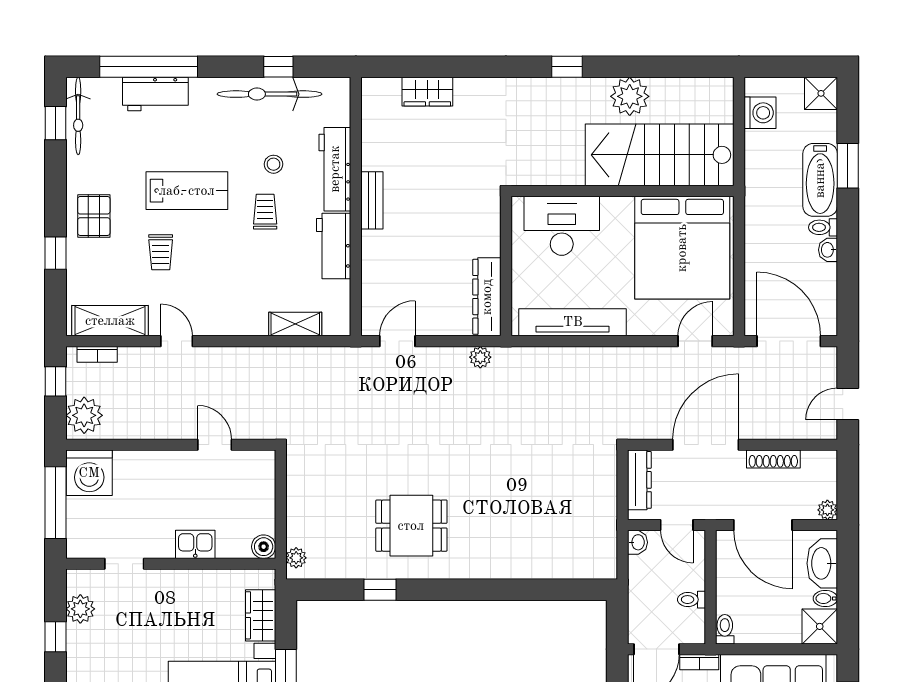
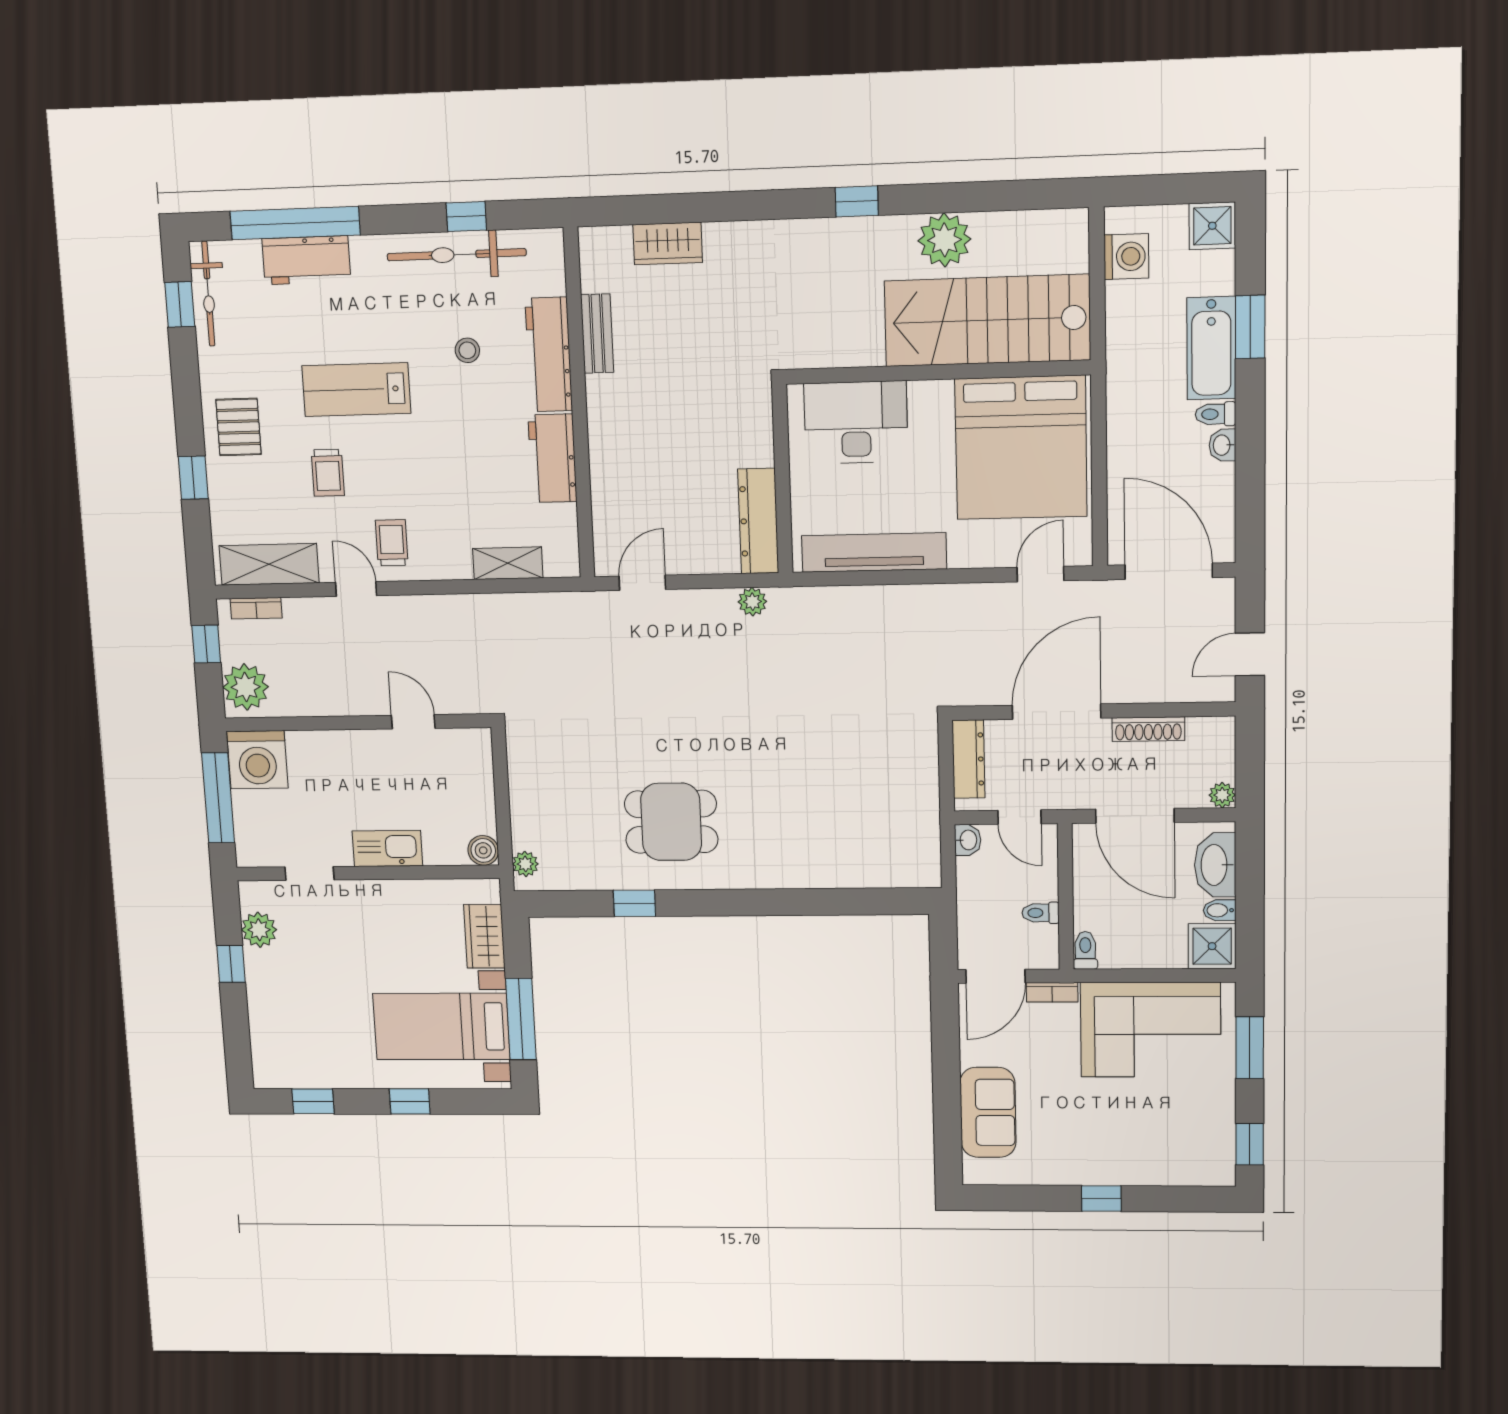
lab bench: (187, 191) -> (356, 390), turned 180
bench: (372, 200) -> (597, 334), moved
trolley: (265, 212) -> (392, 543), moved
kitchen sink: (195, 544) -> (387, 848), width x1.38

